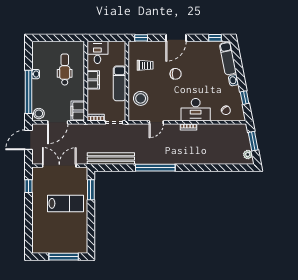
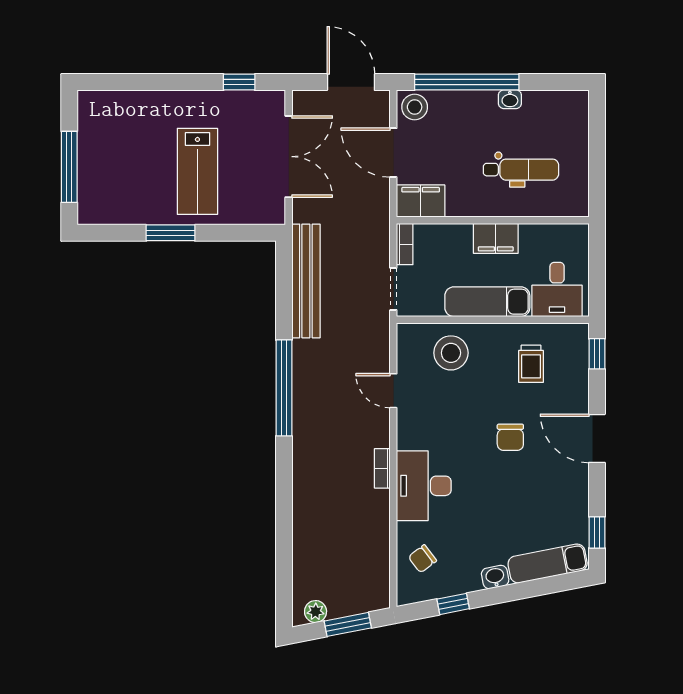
desk: (97, 52) -> (557, 289), moved, turned 90
window: (91, 190) -> (171, 233), moved

